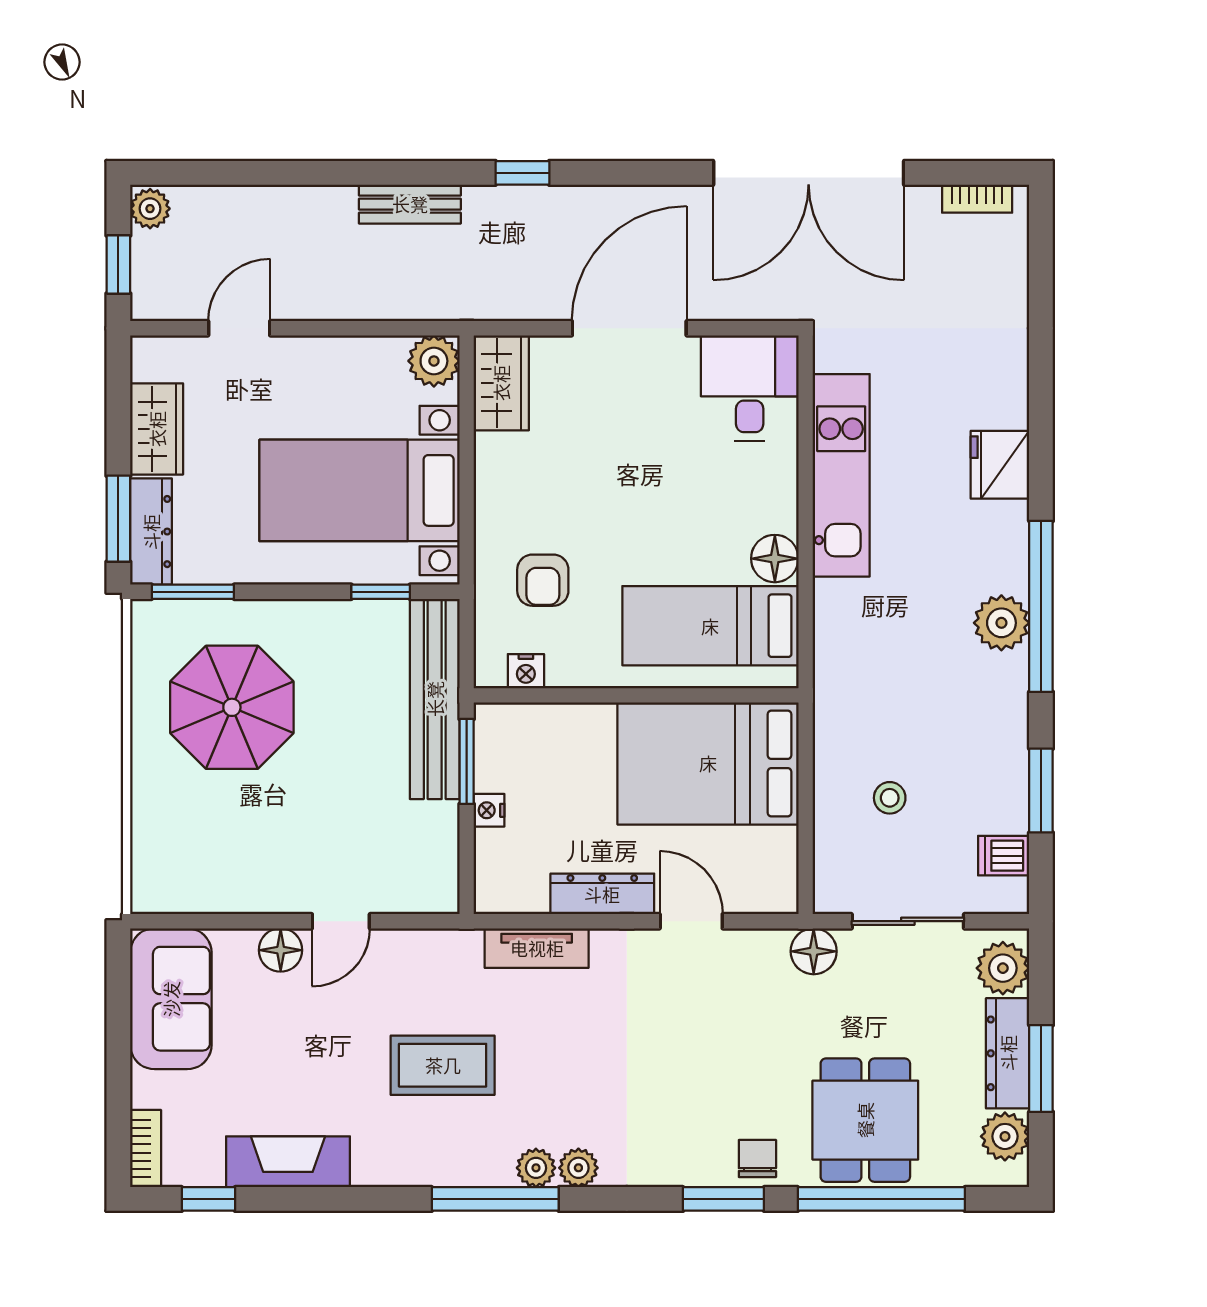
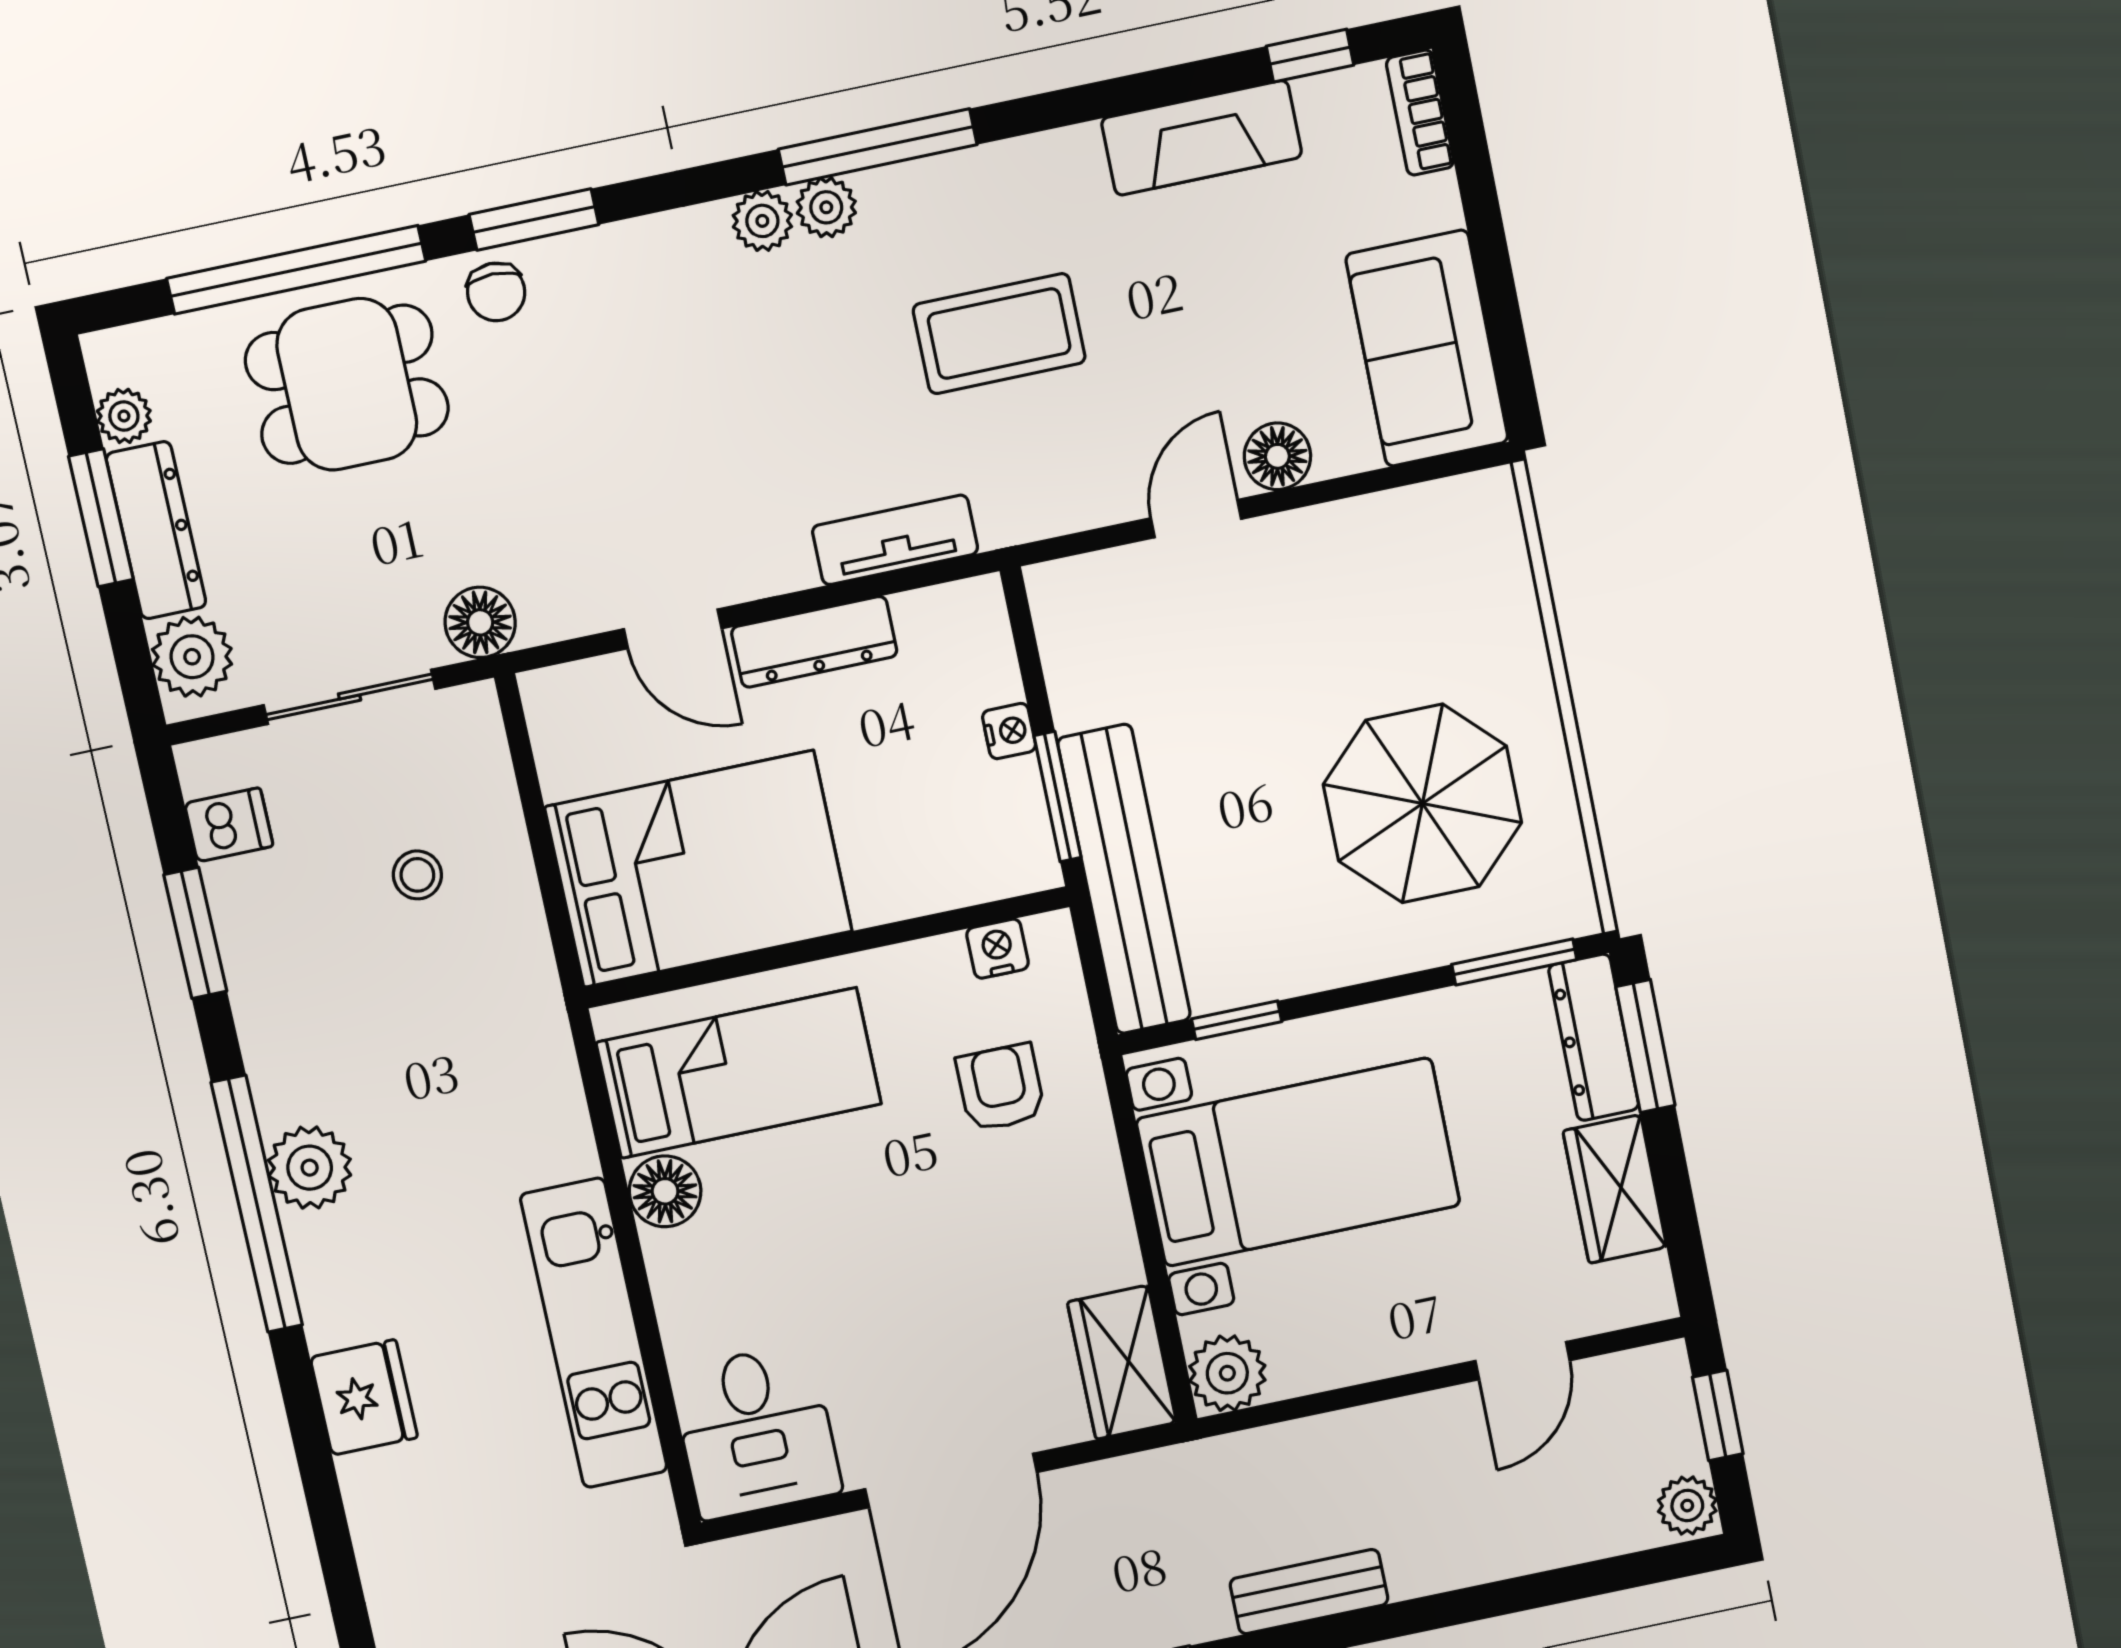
dining table: (865, 1120) -> (347, 384), turned 90
plant: (1005, 1136) -> (124, 416), width x0.73, depth x0.73

